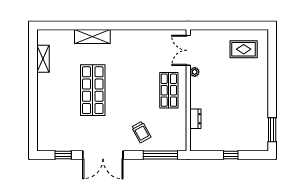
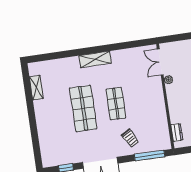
shelving: (92, 36) -> (95, 59), moved
shop shelf: (169, 90) -> (116, 104), moved
dresser: (195, 119) -> (177, 132), moved

